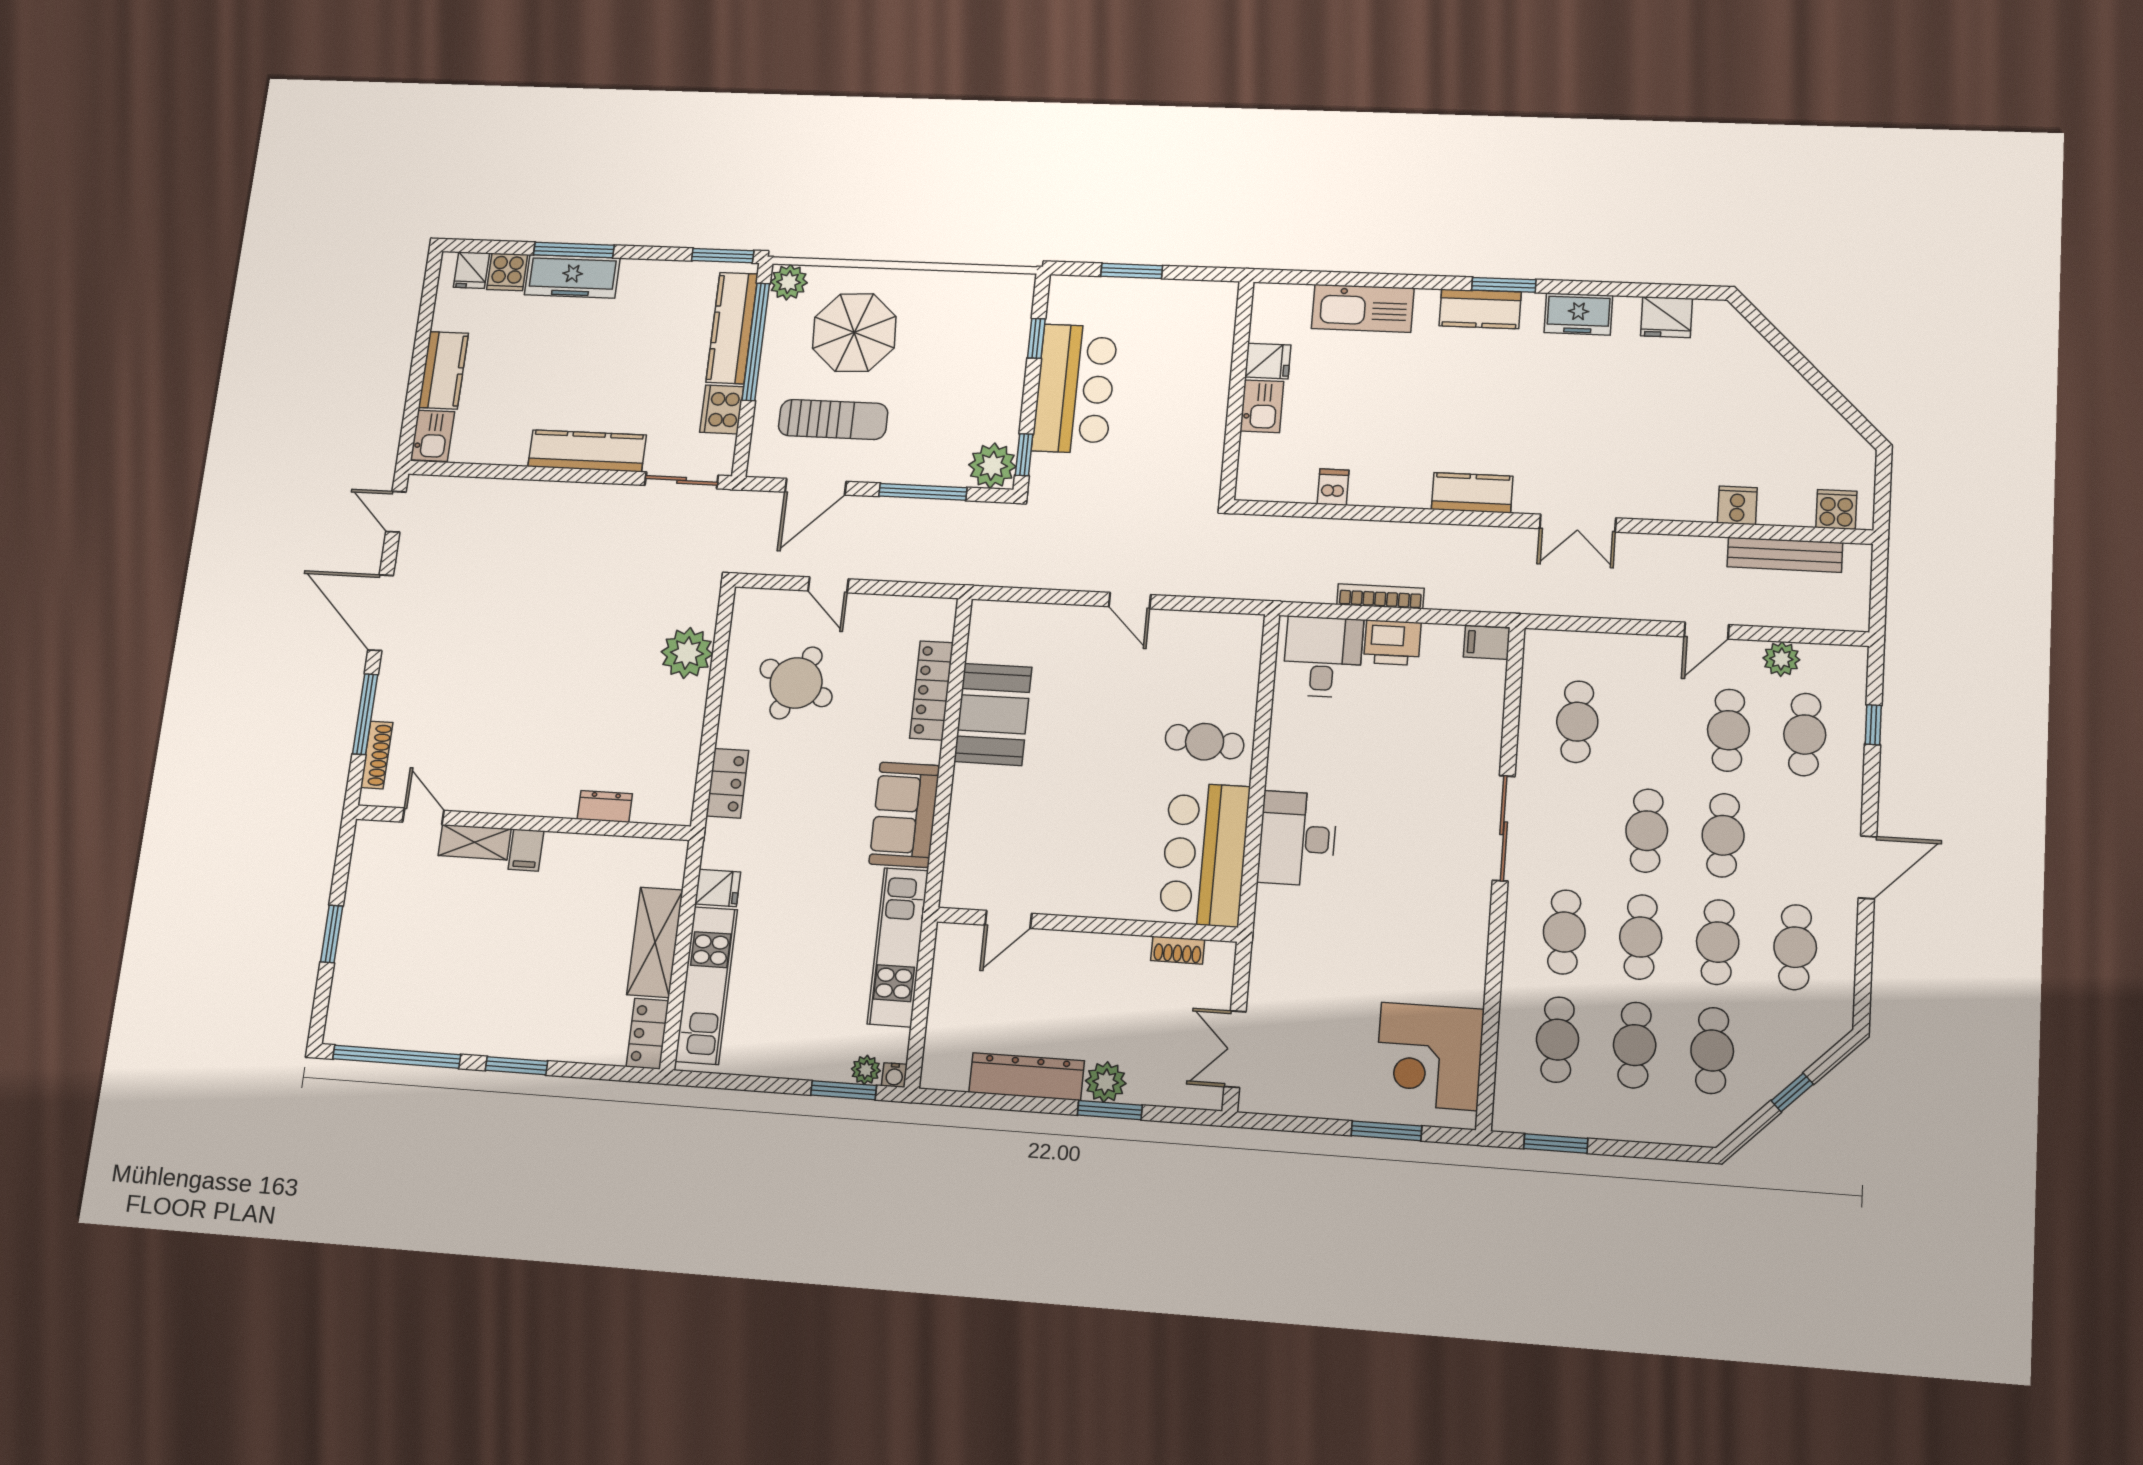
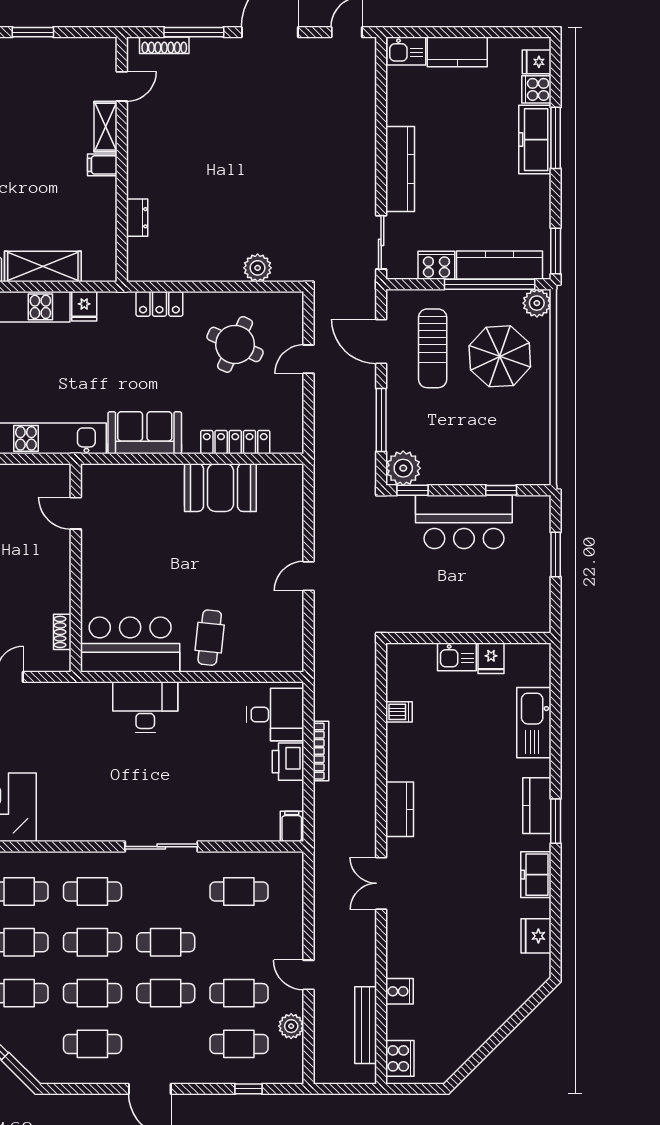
cooker: (1836, 509) -> (400, 1058), width x1.36
plant: (687, 653) -> (258, 268), width x0.73, depth x0.73

